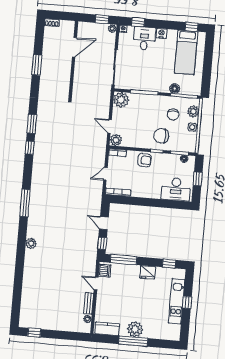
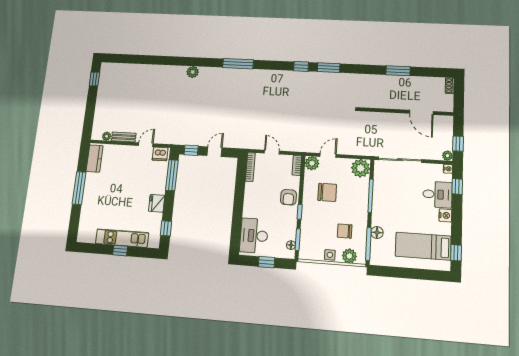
chair: (161, 136) -> (327, 192), moved, turned 90
plant: (135, 329) -> (92, 190), removed

